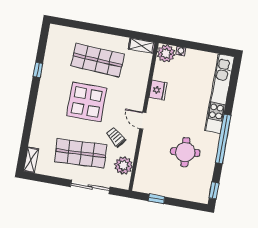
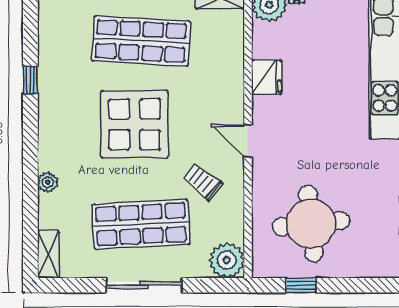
plant: (37, 123) -> (48, 182), added
round table: (185, 152) -> (311, 224), moved, width x1.36, depth x1.36
plant: (124, 165) -> (227, 260), moved
sliding door: (90, 187) -> (144, 285), moved

